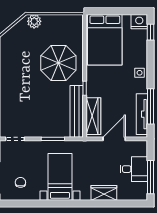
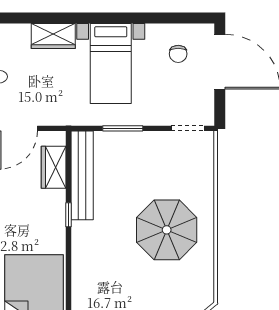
parasol: (58, 63) -> (167, 230), moved
wardrobe: (93, 116) -> (54, 167), width x0.67
wardrobe: (104, 193) -> (53, 36), moved

